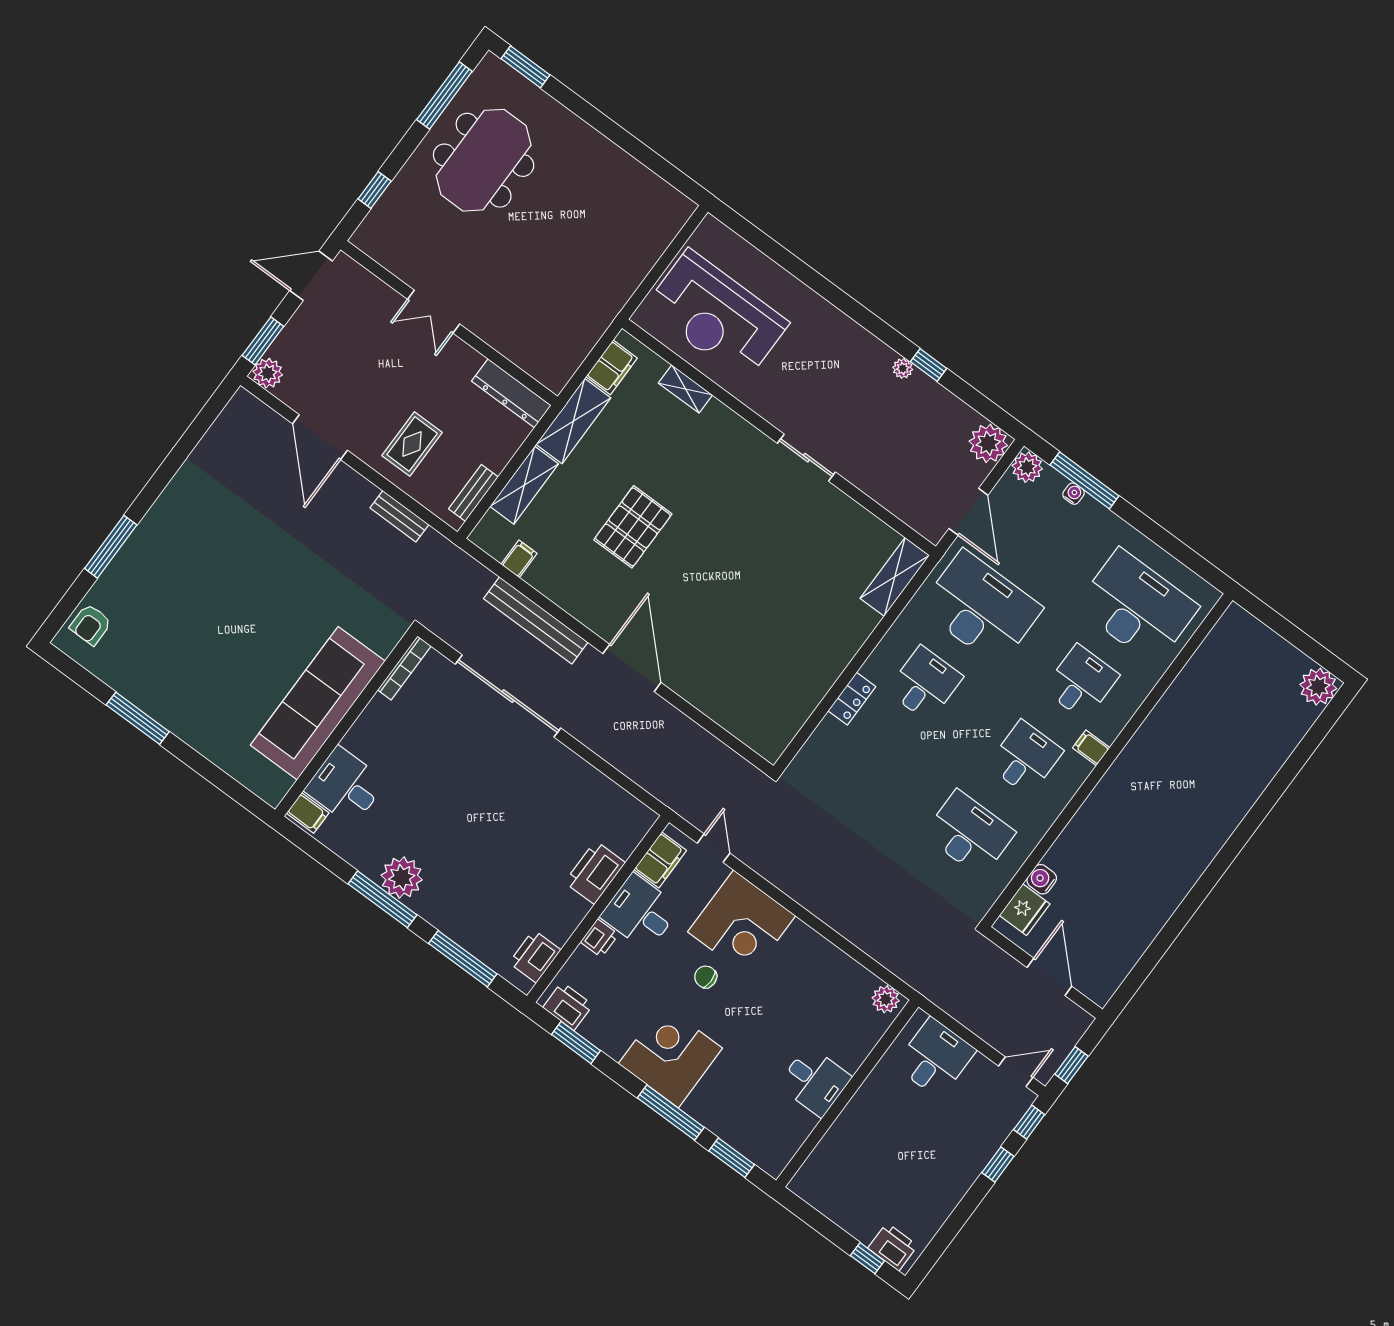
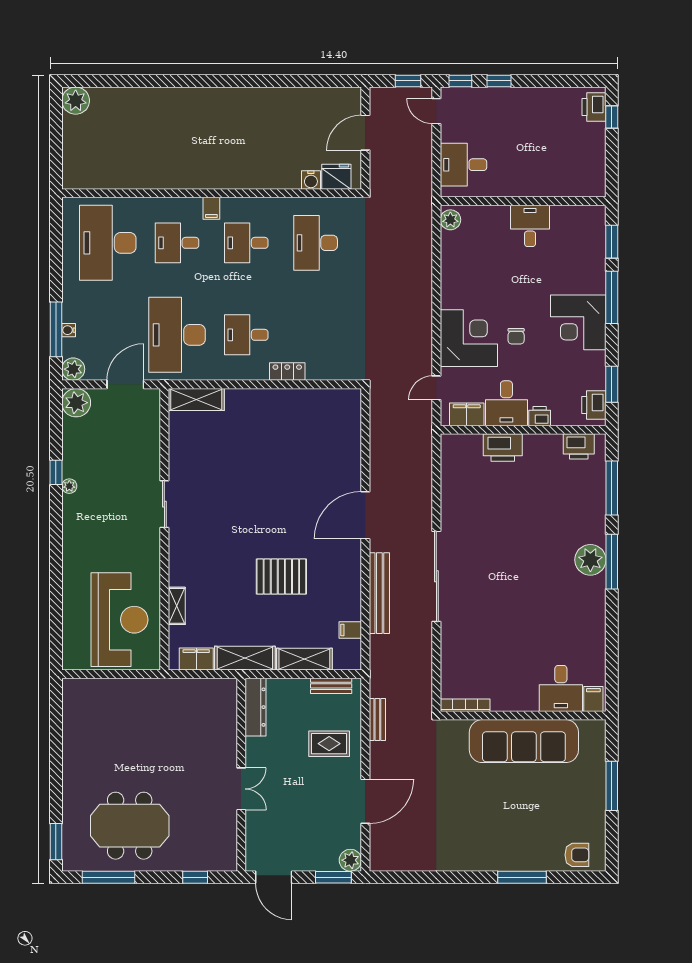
bookcase: (404, 668) -> (465, 705), moved
sofa: (318, 703) -> (524, 741), moved
wall: (346, 723) -> (523, 716), moved
desk: (345, 786) -> (561, 688), moved
filing cabinet: (308, 813) -> (593, 699), moved

